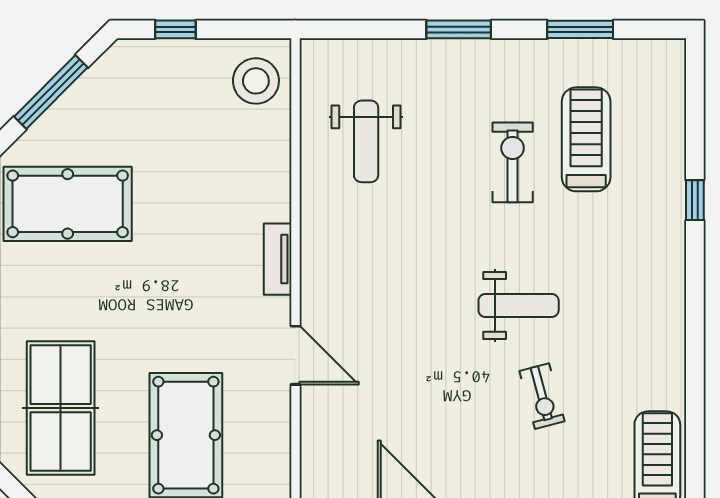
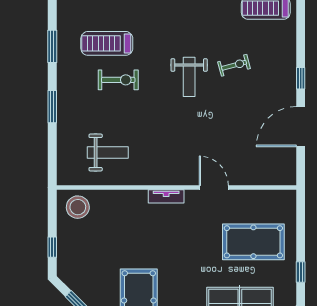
exercise bike: (513, 162) -> (118, 80), turned 180
weight bench: (519, 305) -> (189, 77), turned 180
door: (295, 355) -> (214, 187), hinge flipped

